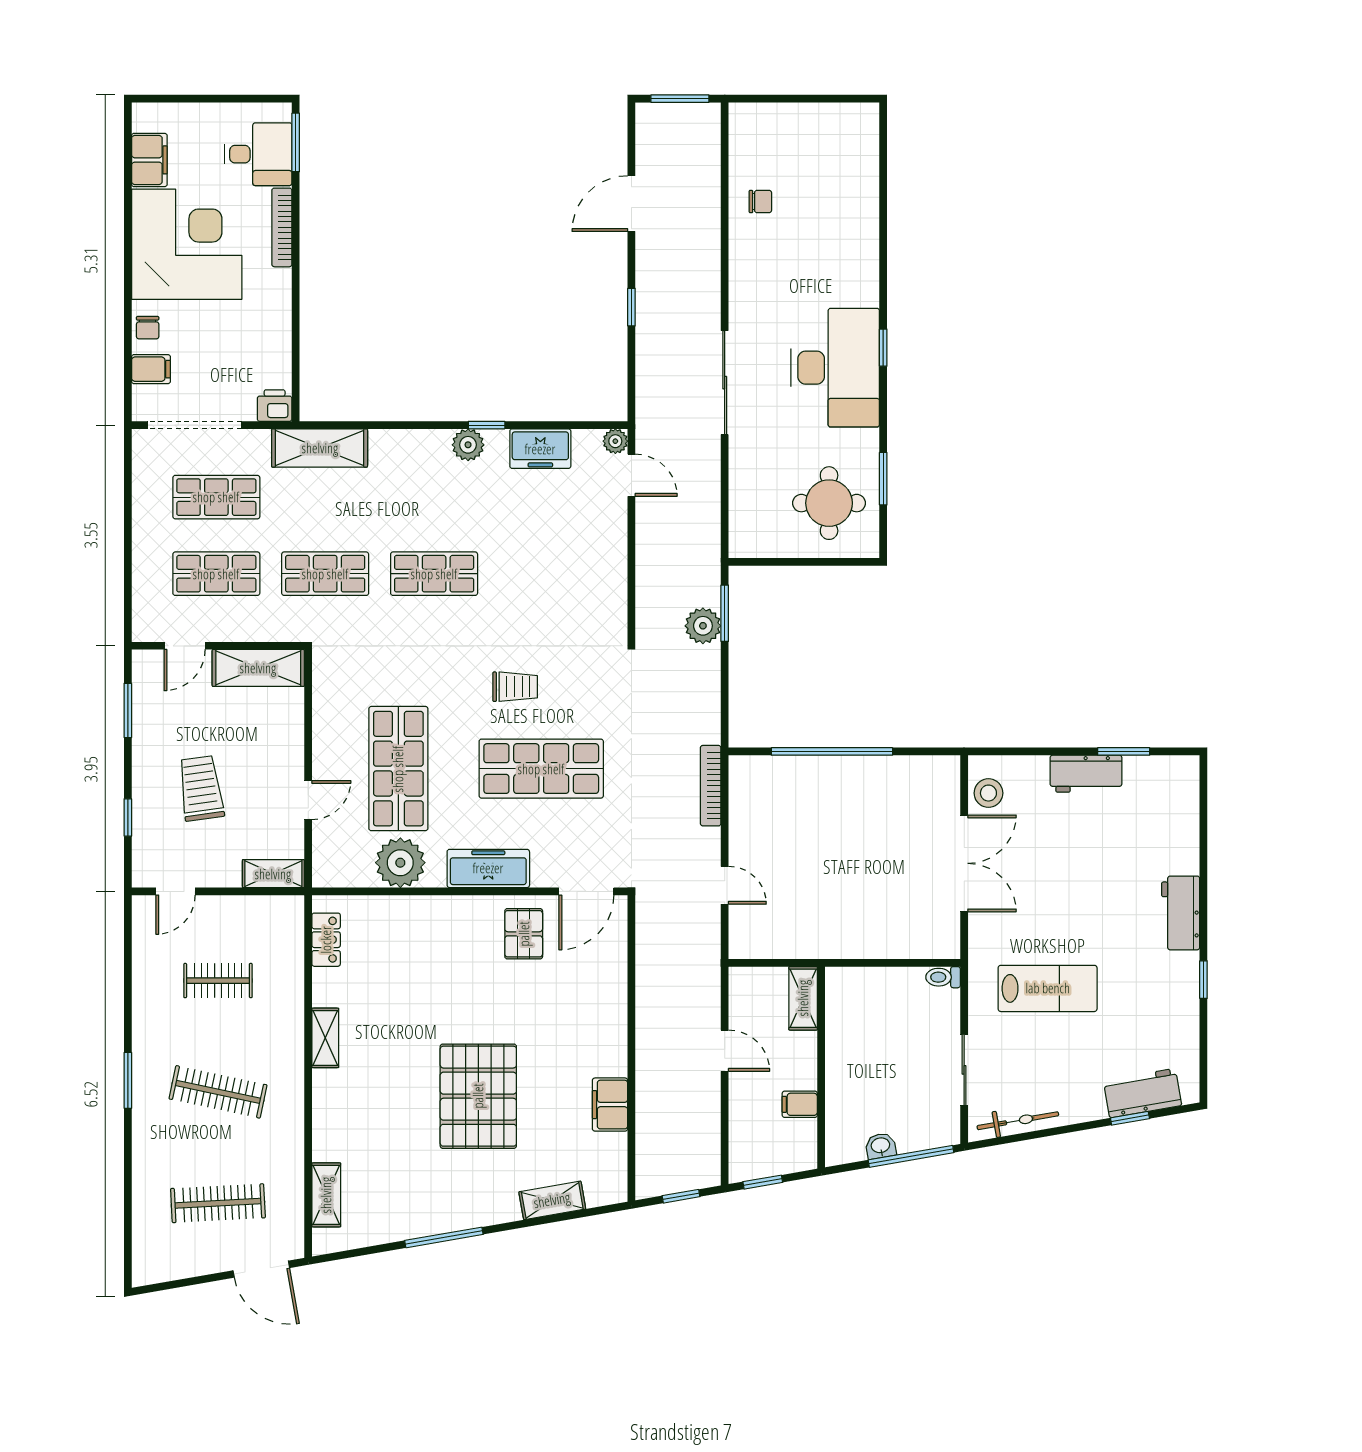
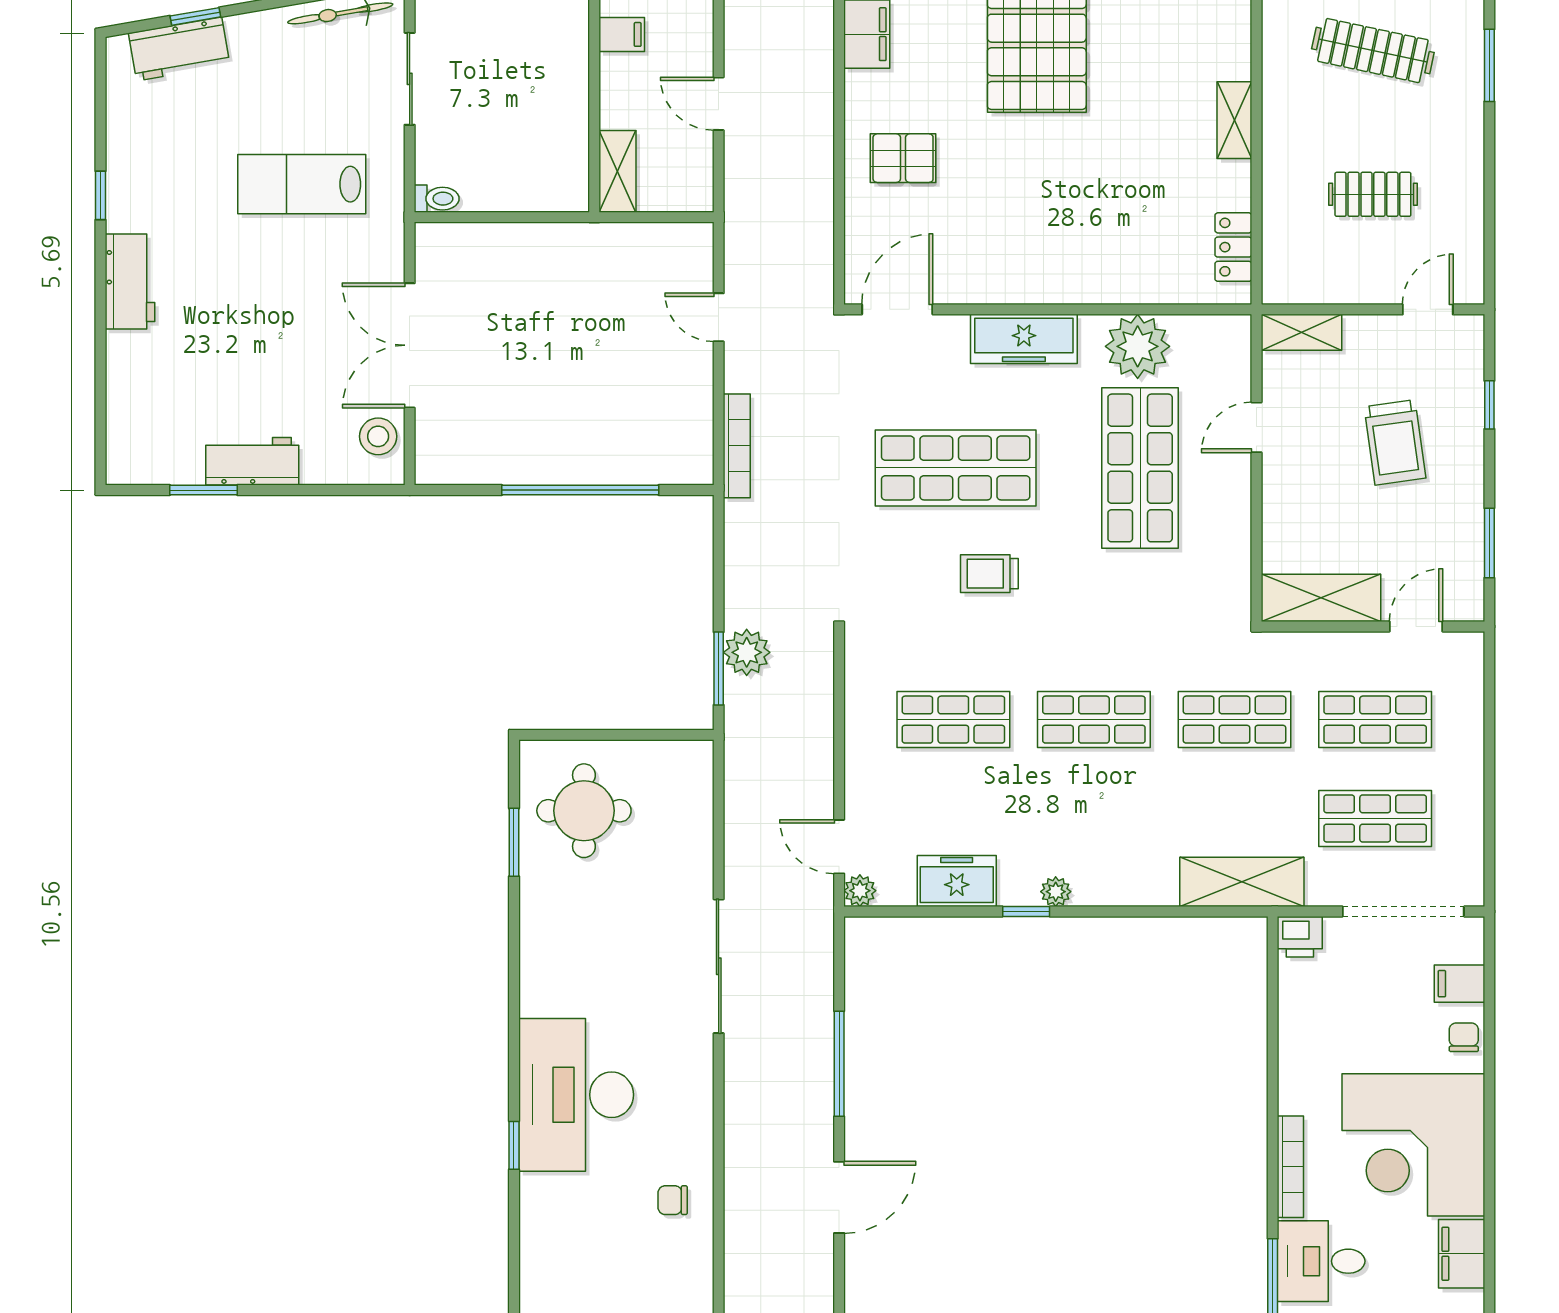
window: (631, 307) -> (839, 1064), width x2.17
window: (883, 348) -> (514, 1145), moved
desk: (835, 368) -> (576, 1095), moved
plant: (468, 445) -> (1056, 892), width x0.73, depth x0.73
shop shelf: (543, 574) -> (953, 720), added
pallet: (524, 934) -> (903, 158), moved, turned 90

